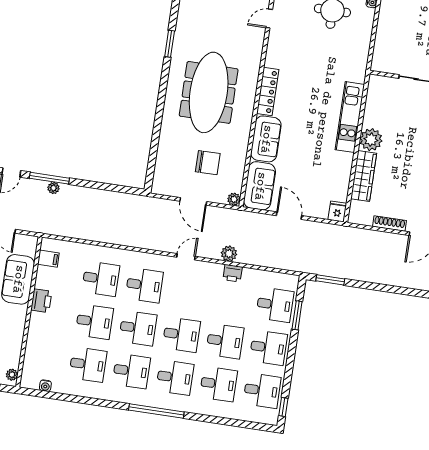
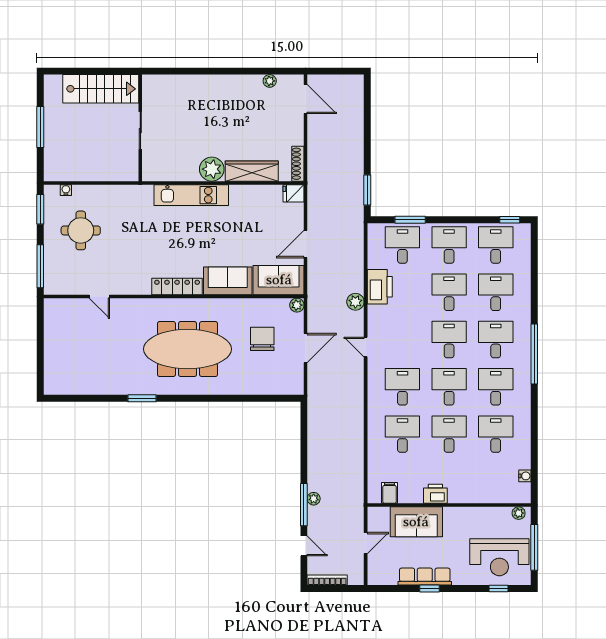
shoe rack: (390, 223) -> (298, 164), moved
printer: (233, 273) -> (380, 287), width x1.87, depth x1.48

